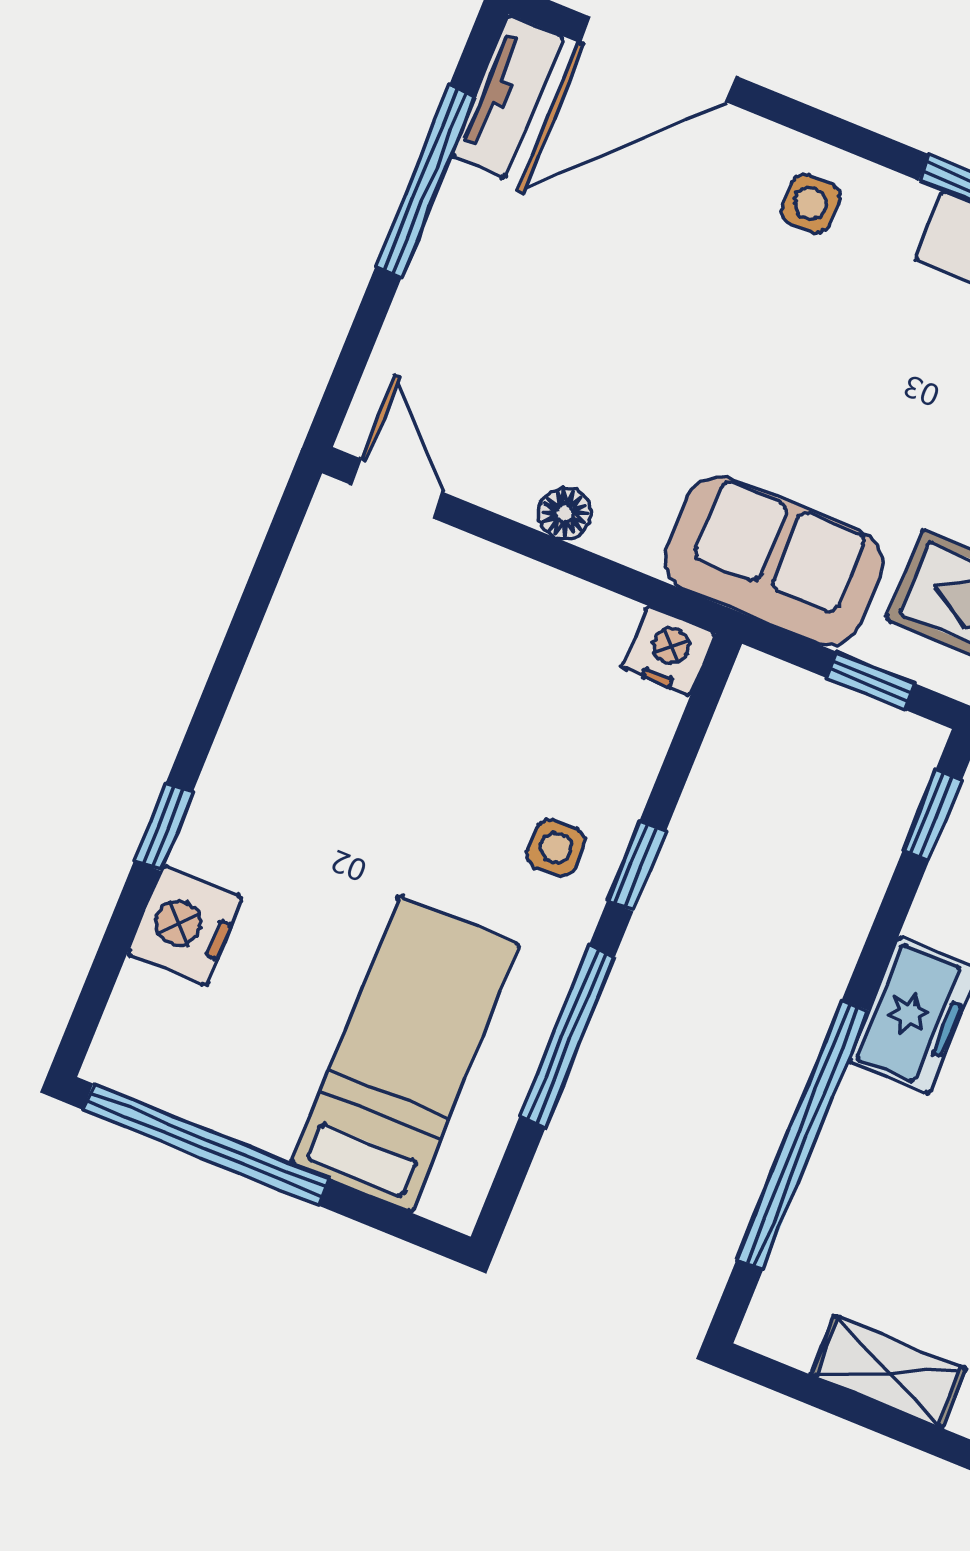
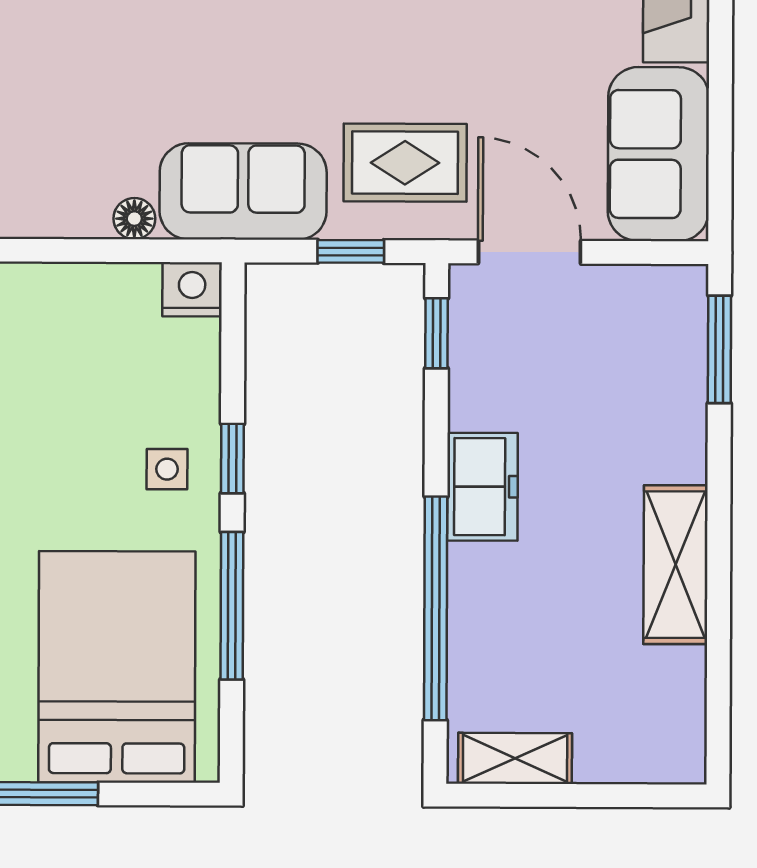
floor lamp: (565, 513) -> (134, 219), moved
bed: (405, 1054) -> (117, 667), width x1.50
shelving: (888, 1372) -> (515, 758), moved

